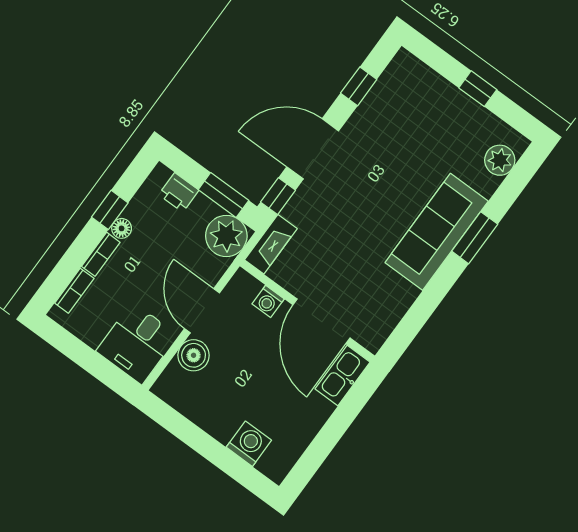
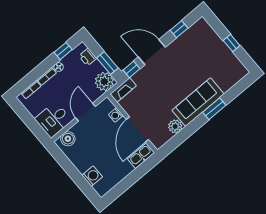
plant: (500, 160) -> (175, 126), moved
window: (110, 210) -> (63, 51), moved
boiler: (194, 355) -> (68, 139), moved

